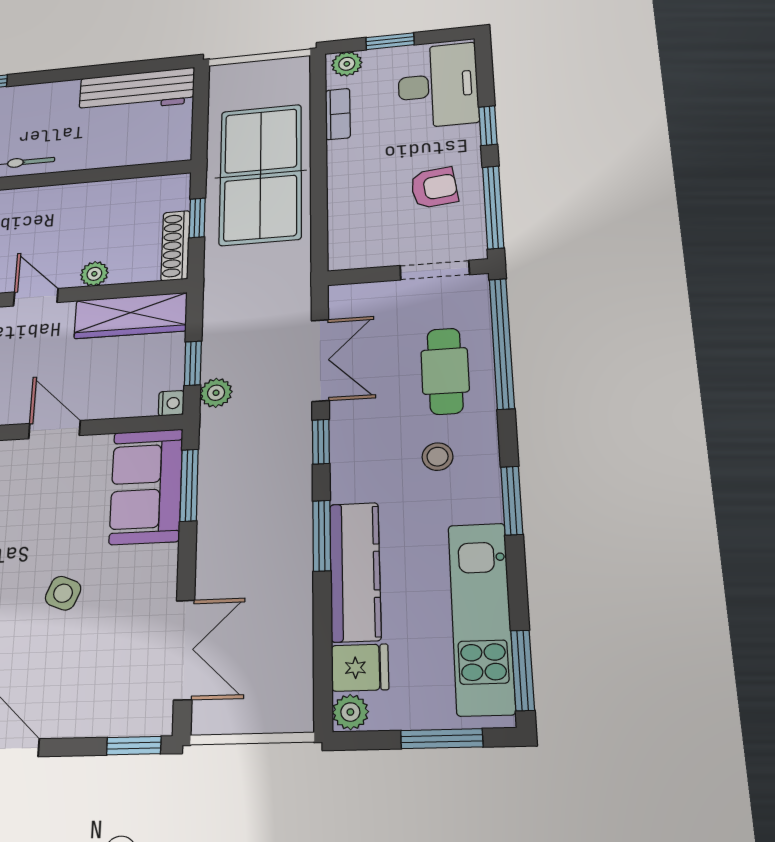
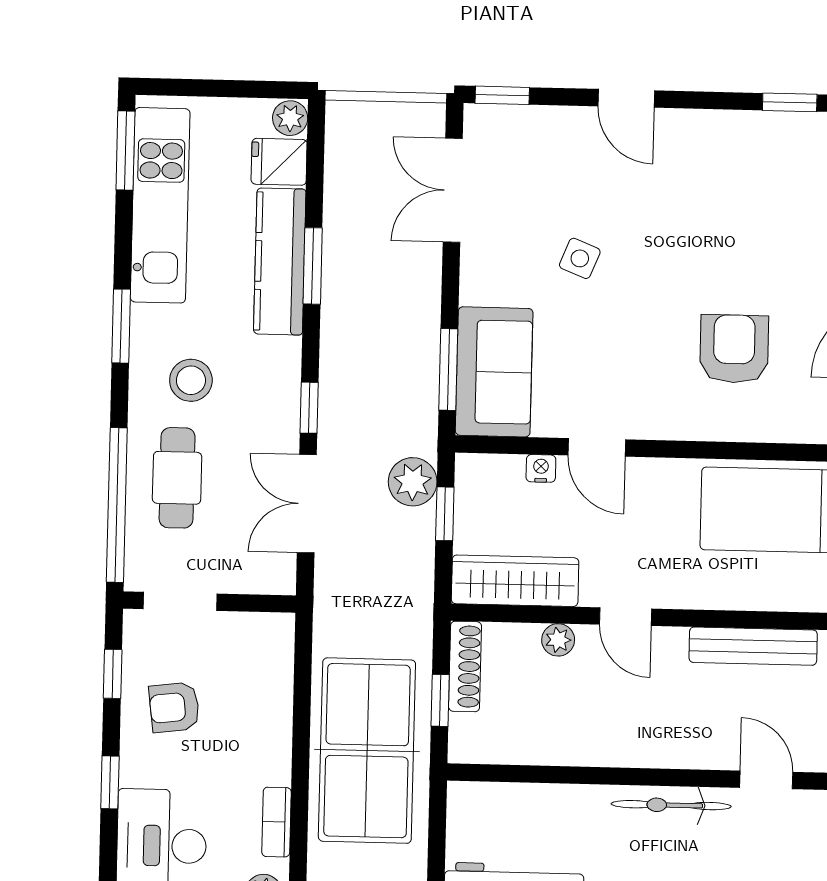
window: (493, 207) -> (113, 674), width x0.46
plant: (216, 393) -> (413, 482), width x1.38, depth x1.38
nightstand: (171, 403) -> (541, 468), moved, turned 90
stool: (438, 457) -> (191, 380), width x1.37, depth x1.37
window: (322, 536) -> (313, 266), moved
window: (442, 739) -> (205, 88), removed

